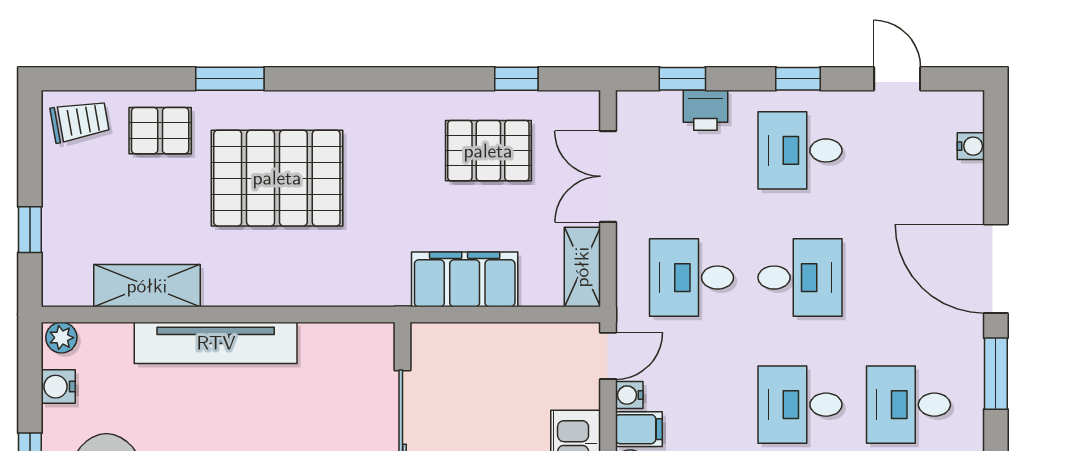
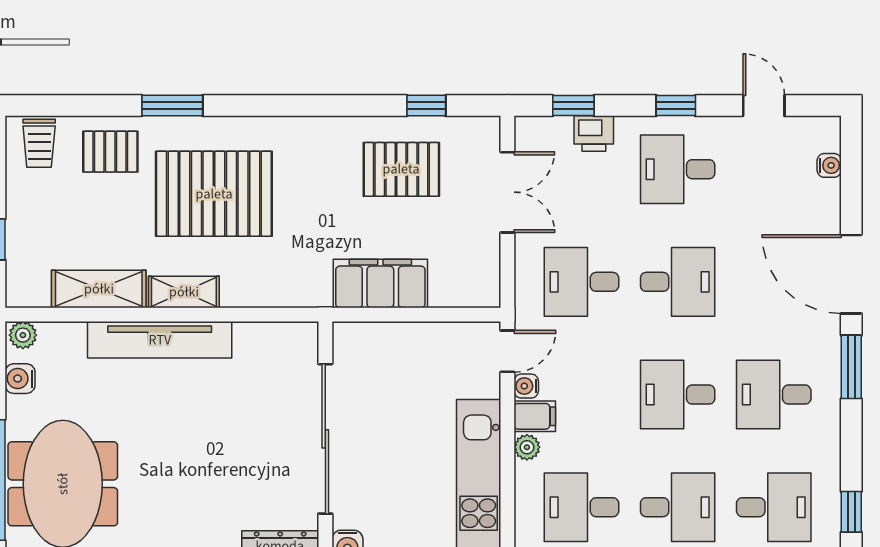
trolley: (80, 121) -> (39, 143), turned 100
double door: (608, 176) -> (507, 192), swing flipped
shelving: (582, 267) -> (184, 292), moved, turned 90

